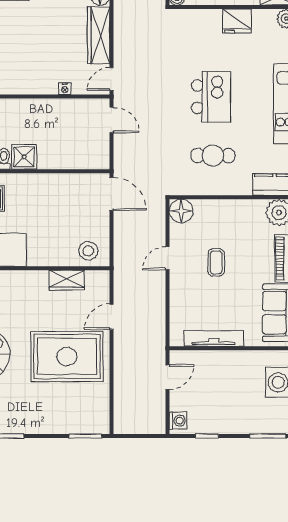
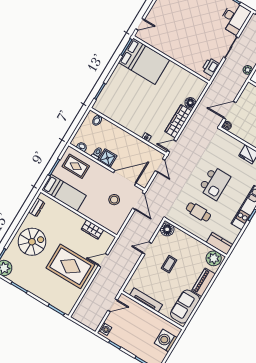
door: (69, 171) -> (125, 178), added
stool: (88, 251) -> (114, 200), moved

